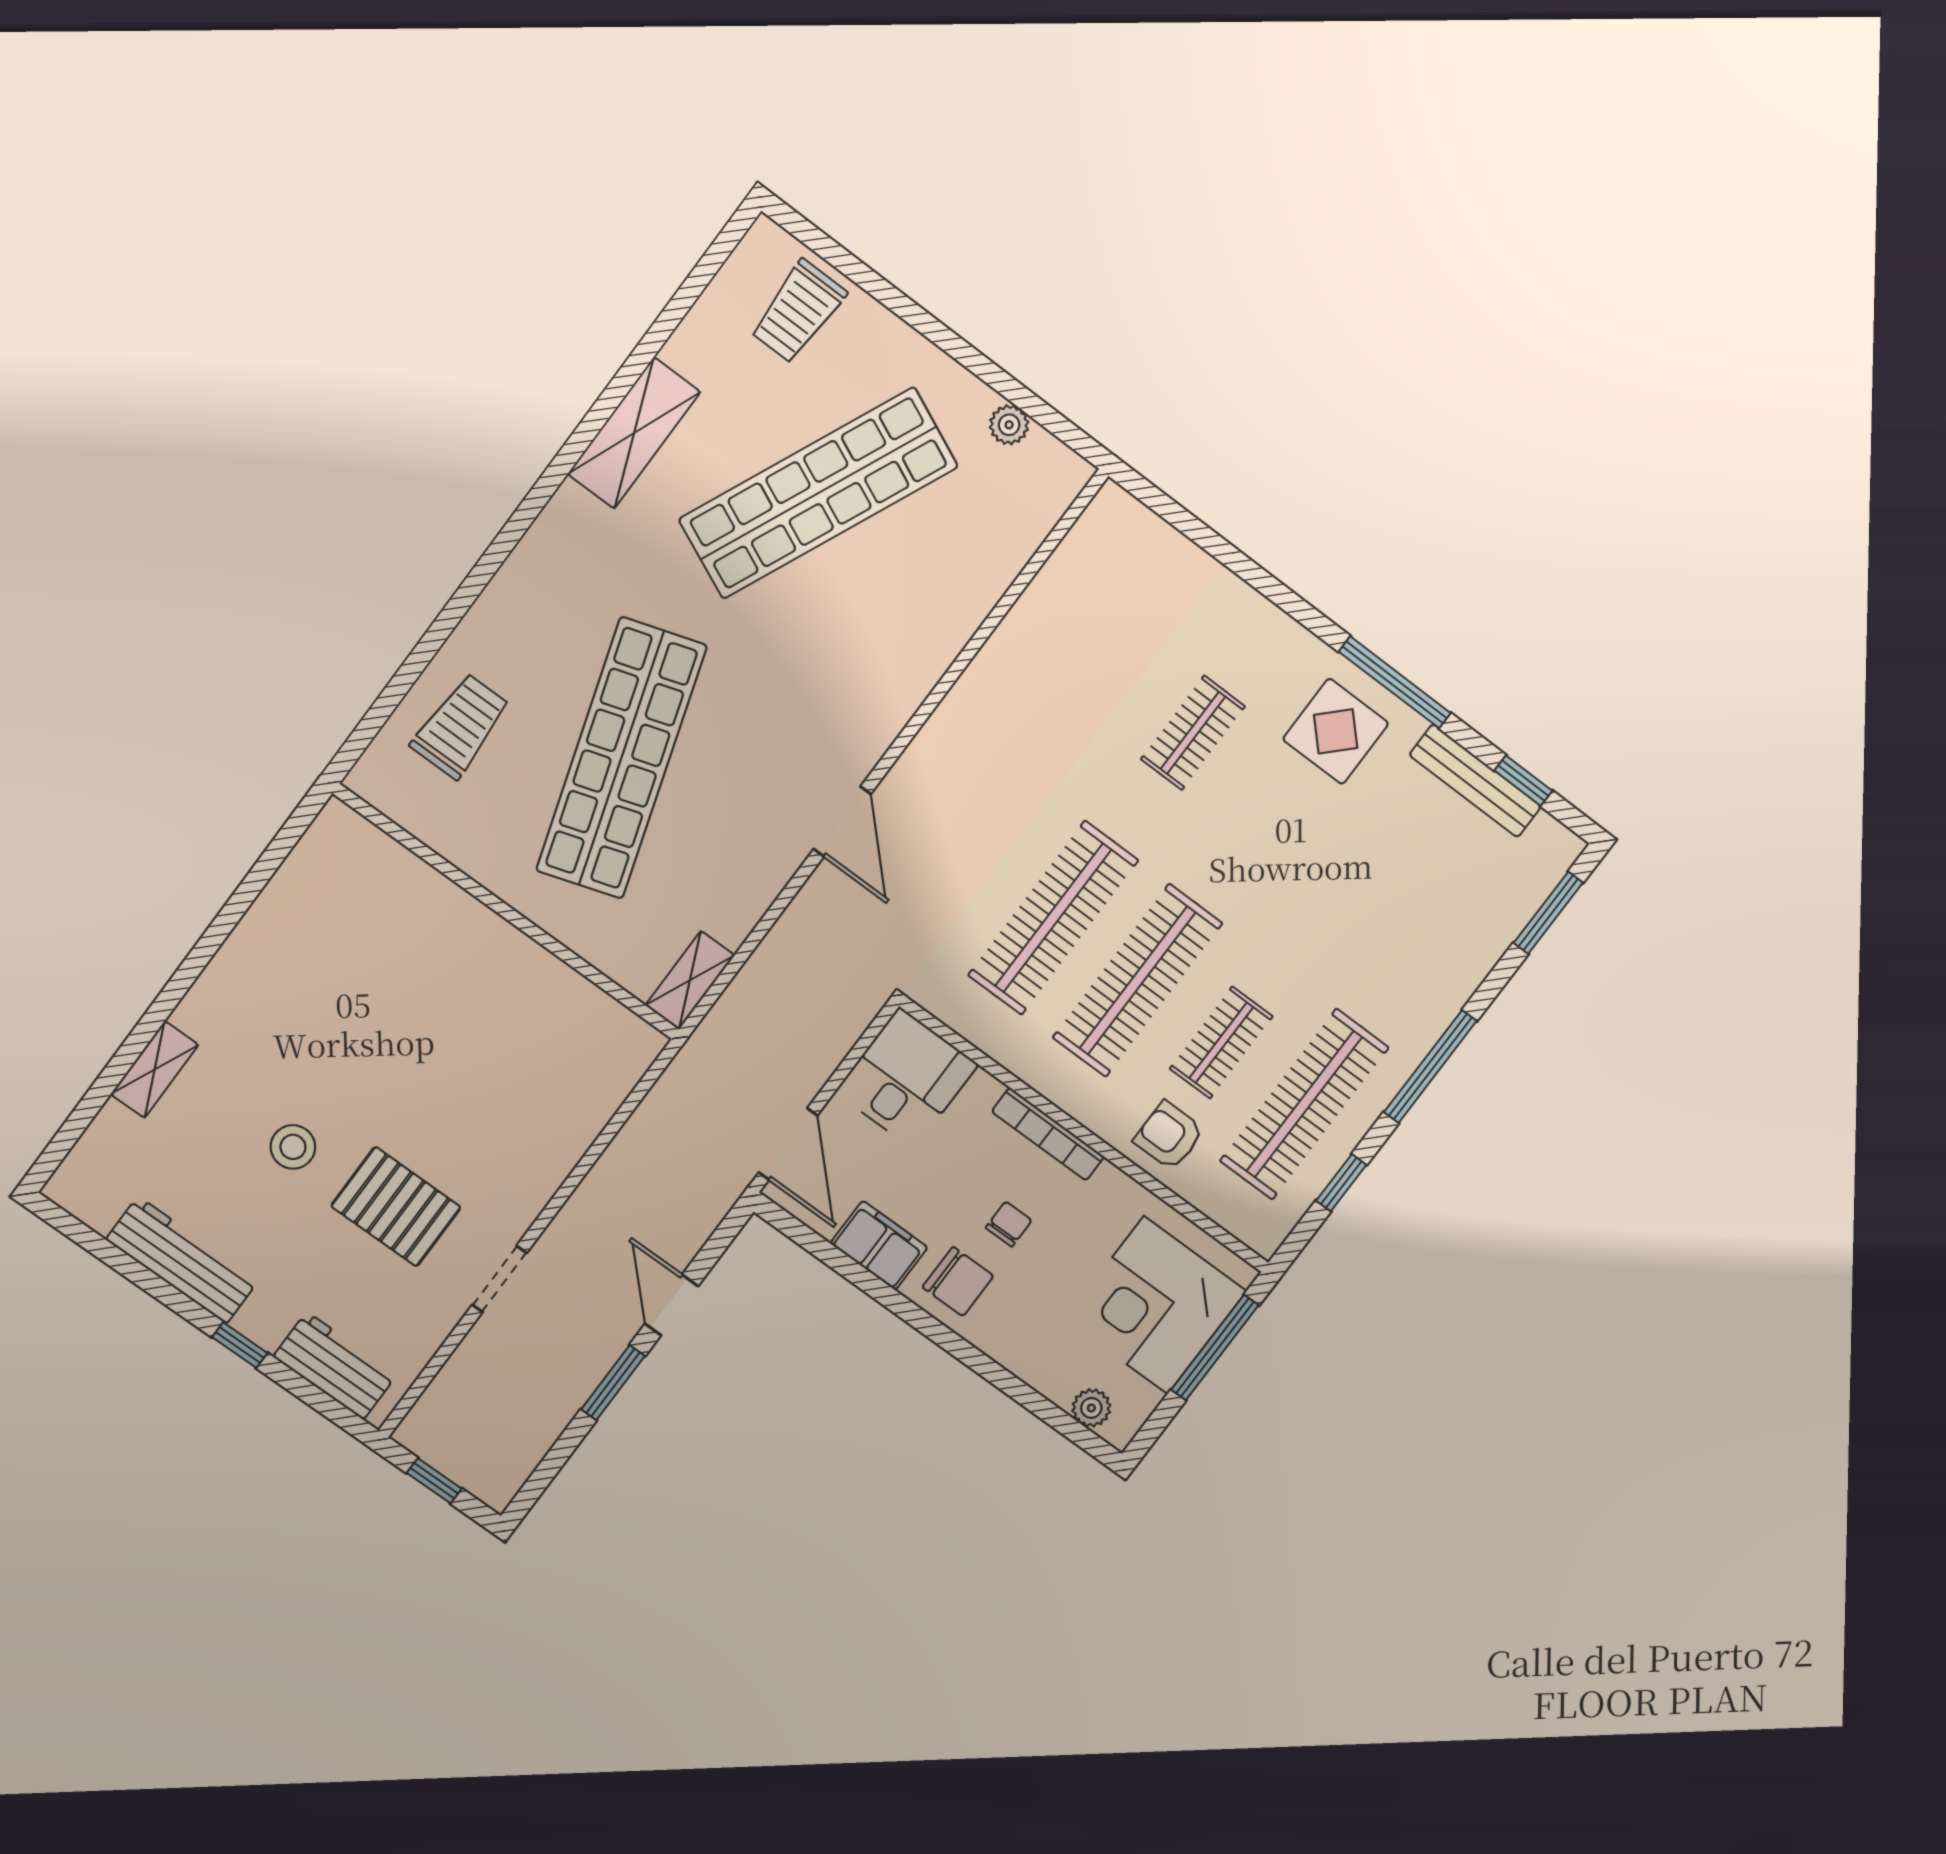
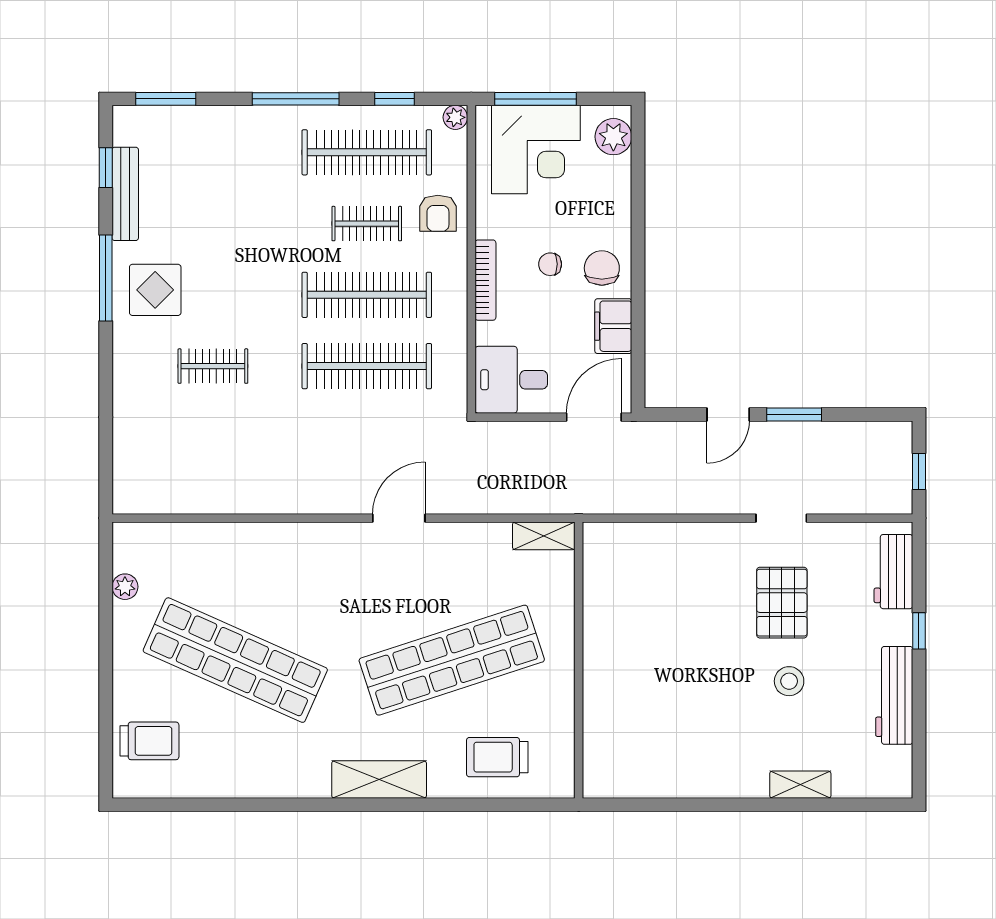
shelving: (634, 433) -> (379, 779), moved
plant: (1265, 1238) -> (455, 117), added
plant: (1091, 1408) -> (613, 137), width x1.38, depth x1.38

